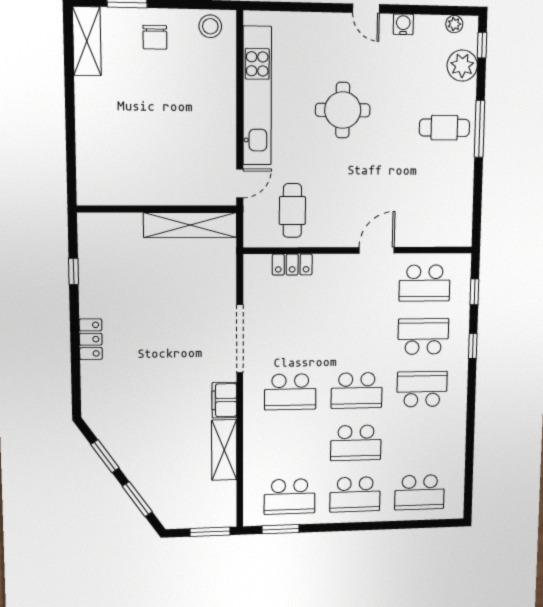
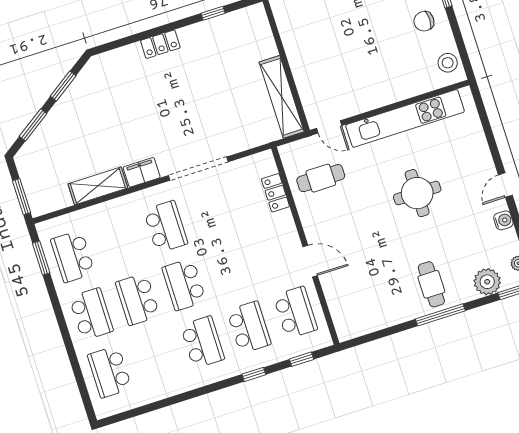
school desk: (425, 283) -> (295, 312), turned 180
school desk: (290, 392) -> (166, 227), turned 180
school desk: (355, 494) -> (91, 314), turned 180

